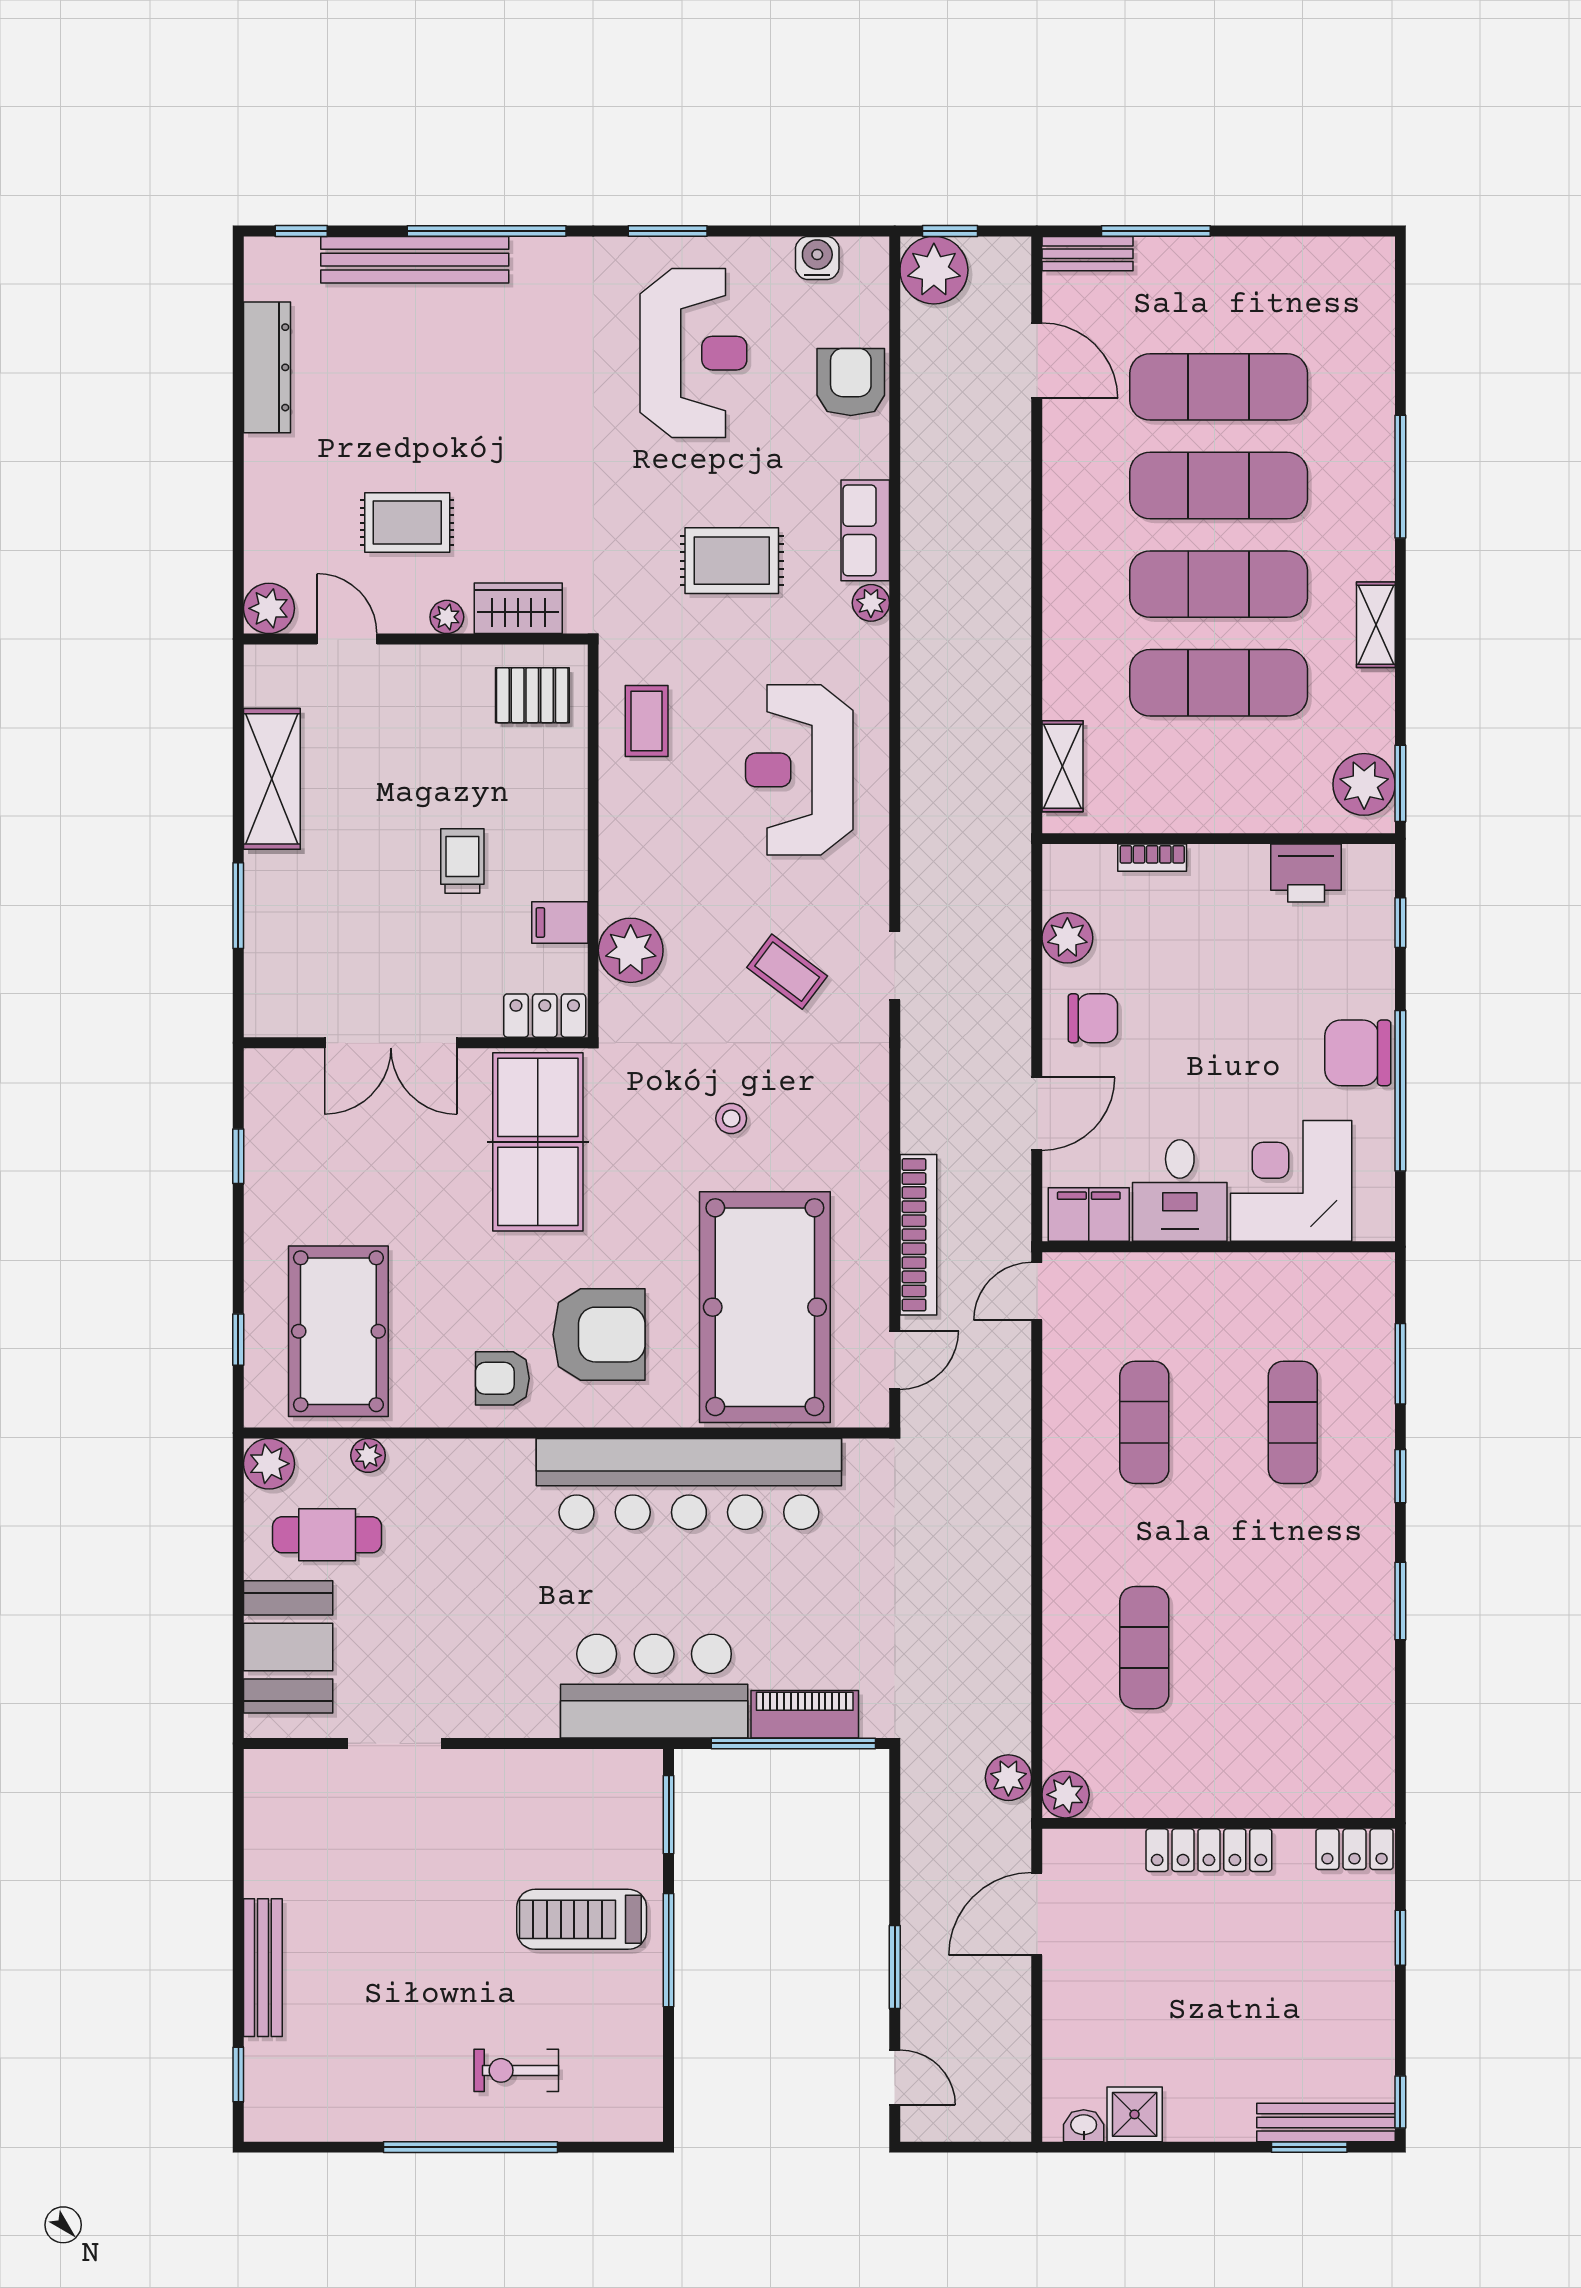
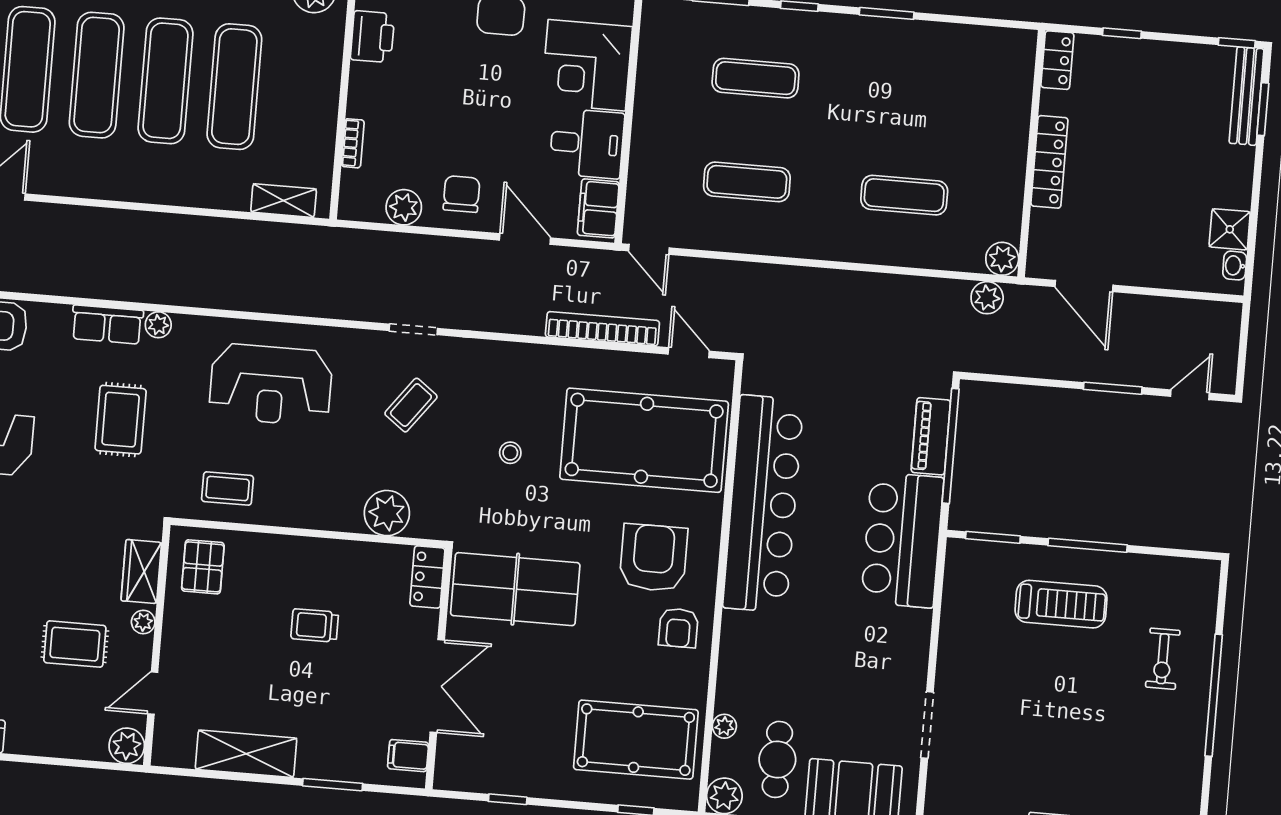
rug: (407, 523) -> (75, 644), turned 90
filing cabinet: (560, 923) -> (408, 756), moved, turned 90
treadmill: (582, 1919) -> (1061, 604), turned -90

